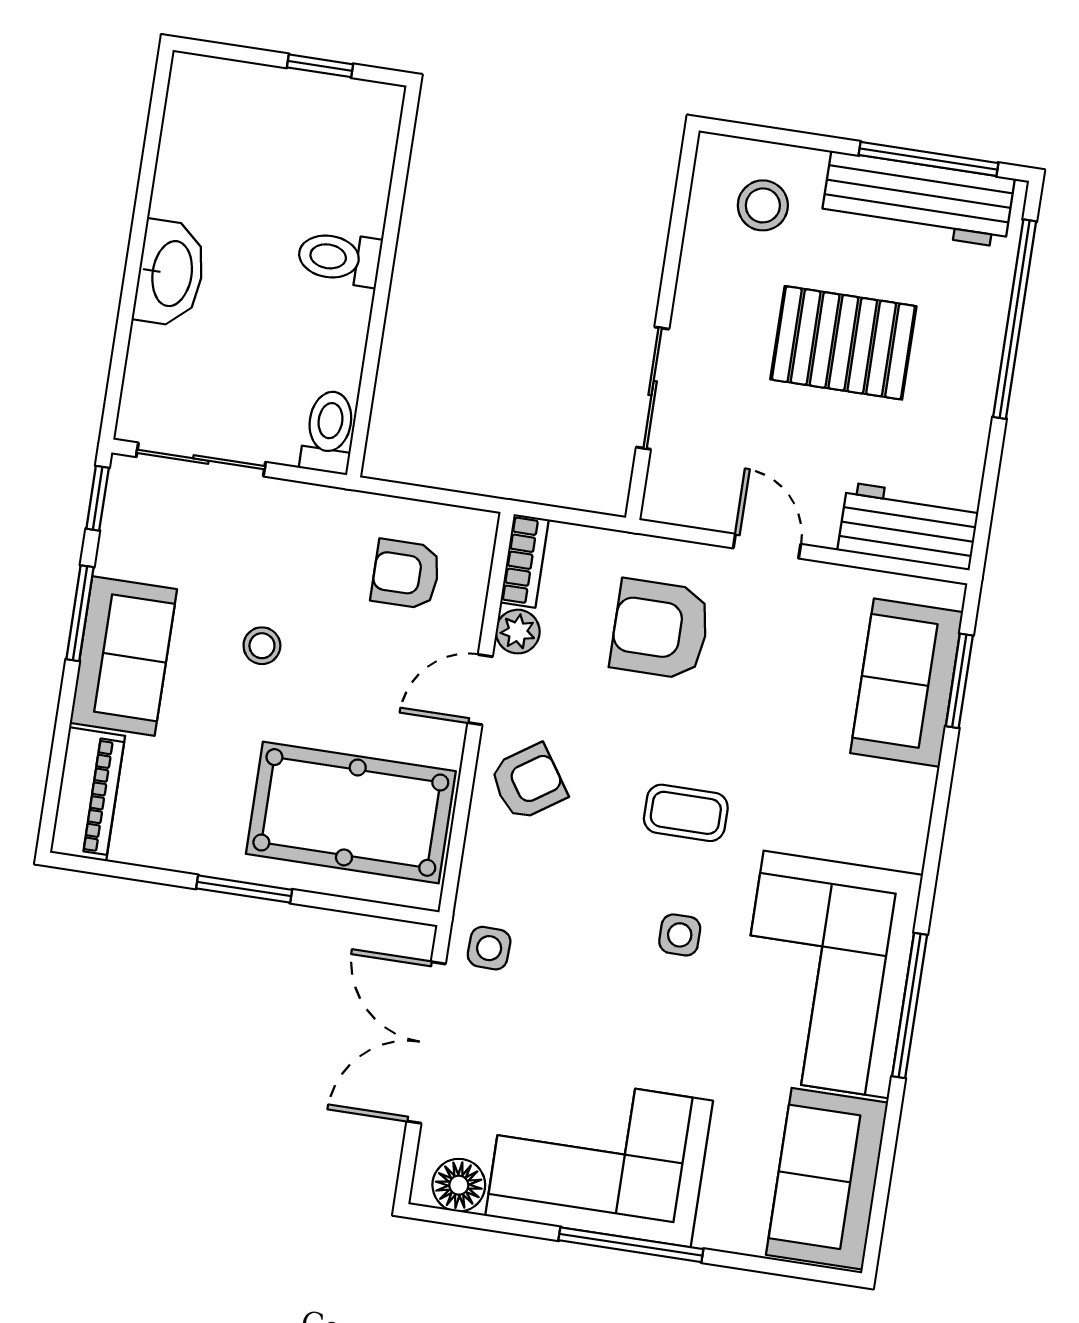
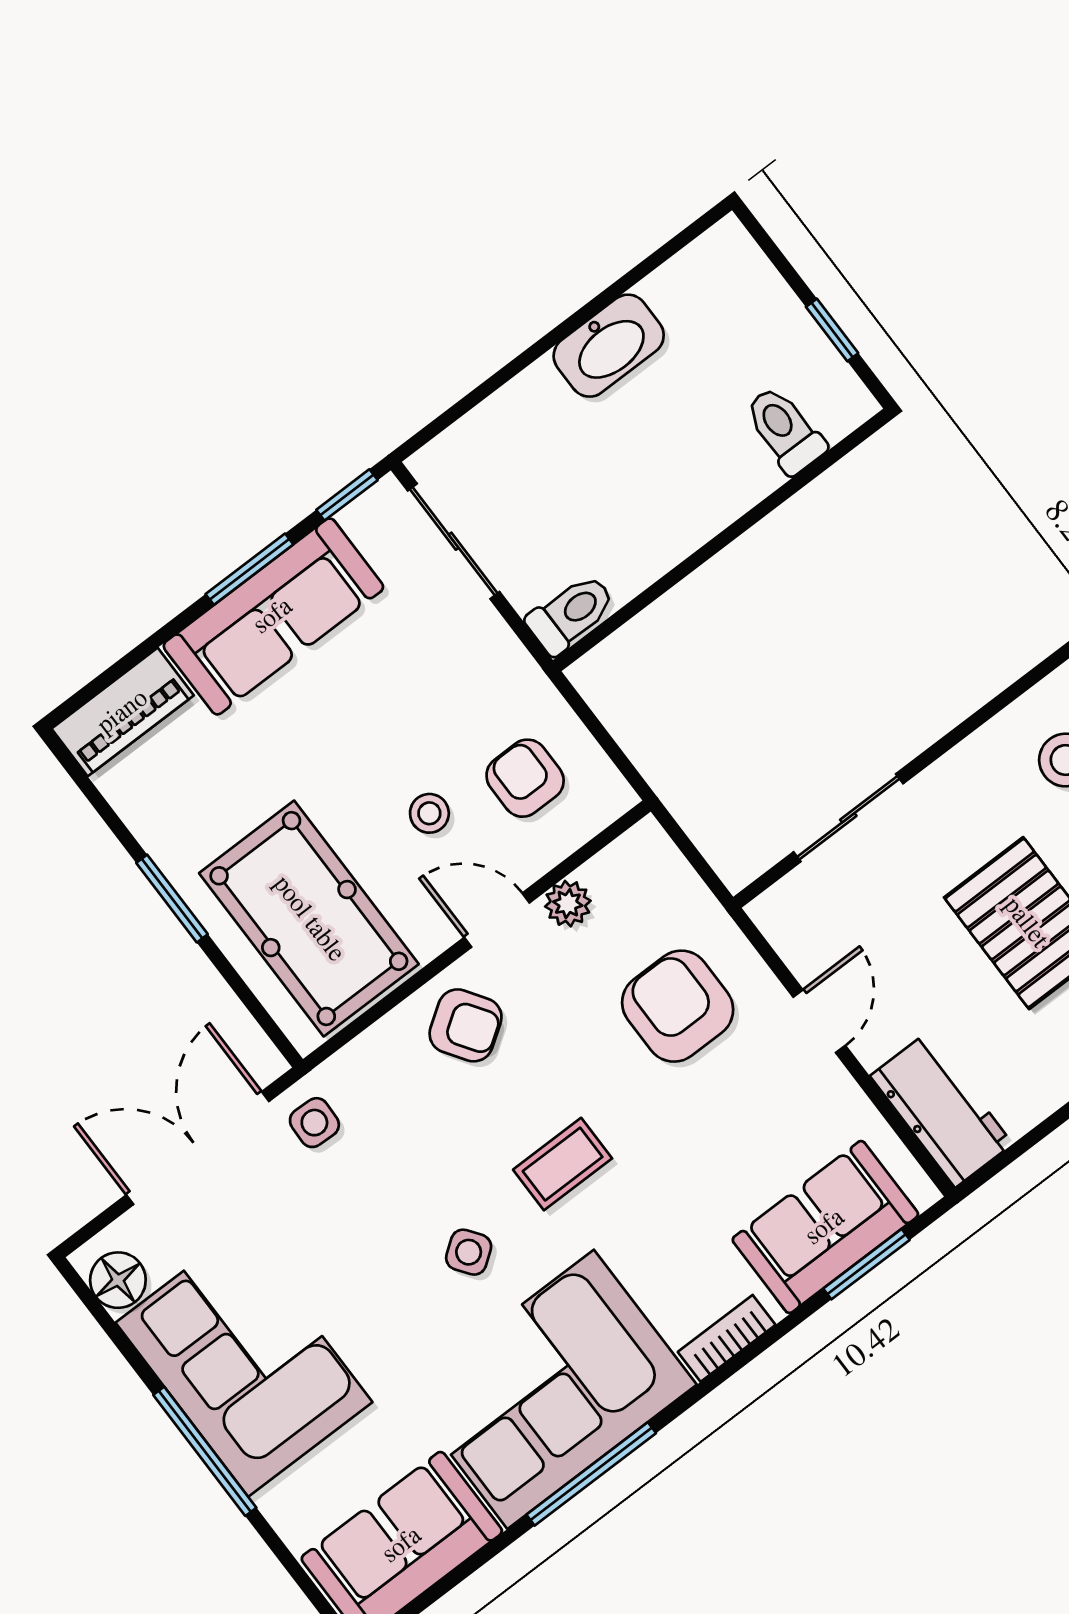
toilet: (339, 258) -> (785, 430), moved
washbasin: (170, 273) -> (609, 346), moved
bookcase: (525, 561) -> (727, 1338), moved, turned 180
stool: (262, 646) -> (429, 813), moved
sofa: (123, 656) -> (273, 616), width x1.36
coffee table: (686, 813) -> (563, 1164), turned 90
side table: (680, 935) -> (469, 1252), turned -36

